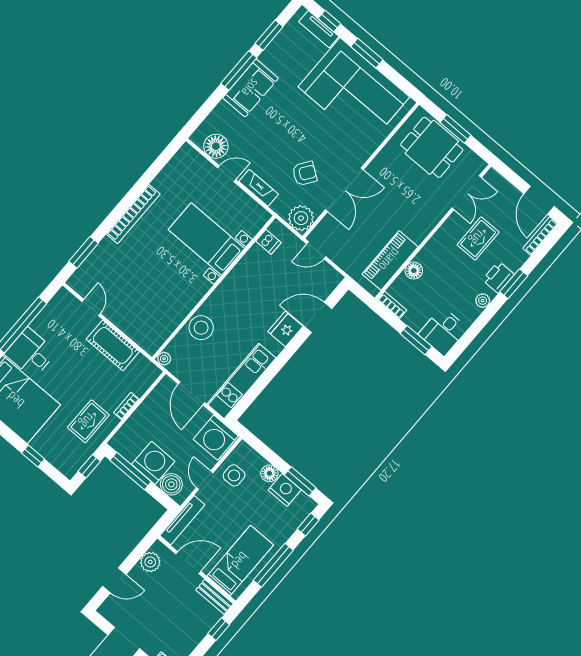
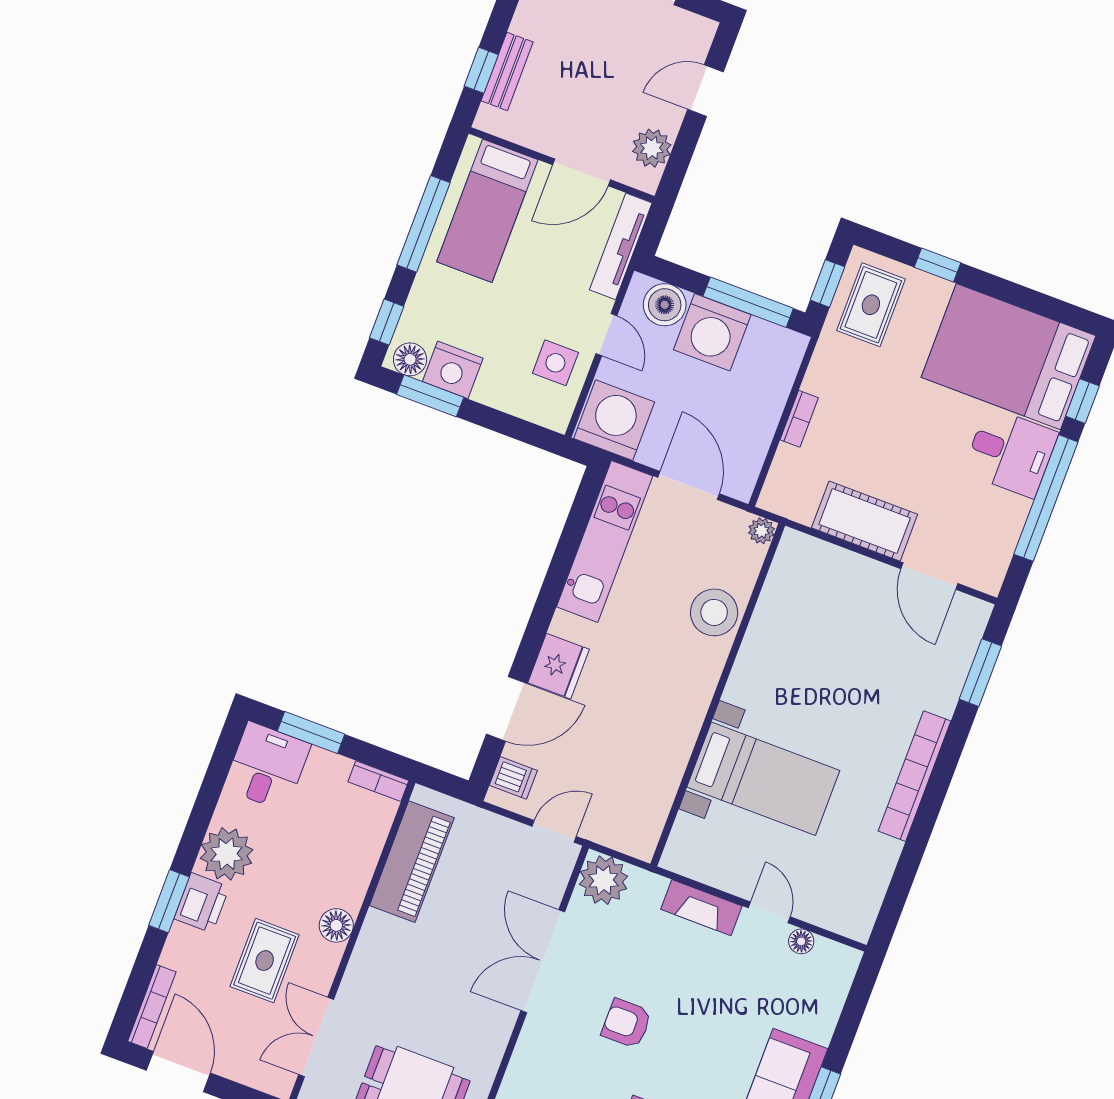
floor lamp: (216, 146) -> (801, 941), width x0.53, depth x0.53
armchair: (305, 173) -> (627, 1023), moved, turned 55
door: (227, 174) -> (769, 912), swing flipped
dishwasher: (268, 242) -> (513, 778), moved, turned 180
floor lamp: (414, 271) -> (336, 925), moved
plant: (483, 301) -> (227, 854), width x1.88, depth x1.88
door: (91, 308) -> (929, 576), width x1.38
rug: (88, 421) -> (871, 305), moved
floor lamp: (269, 473) -> (410, 359), moved
bench: (215, 597) -> (507, 71), moved, turned 90

